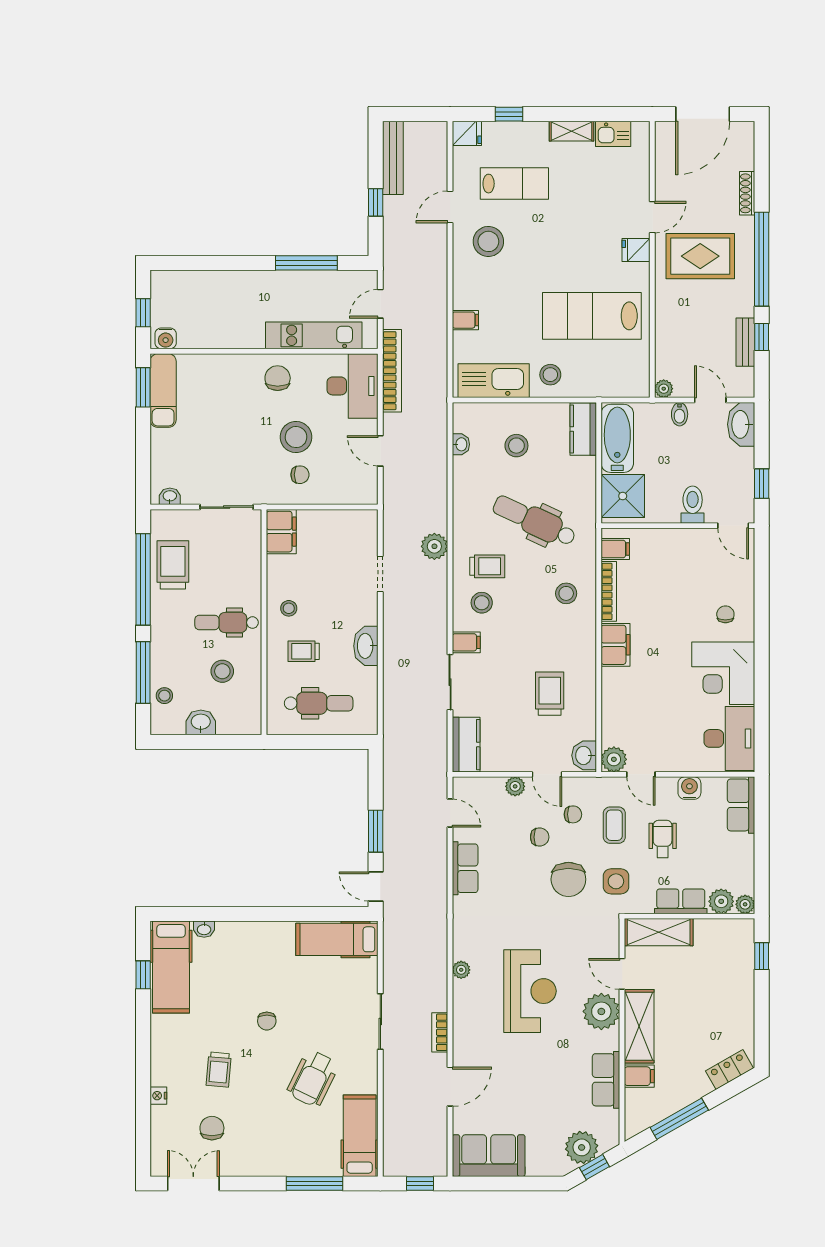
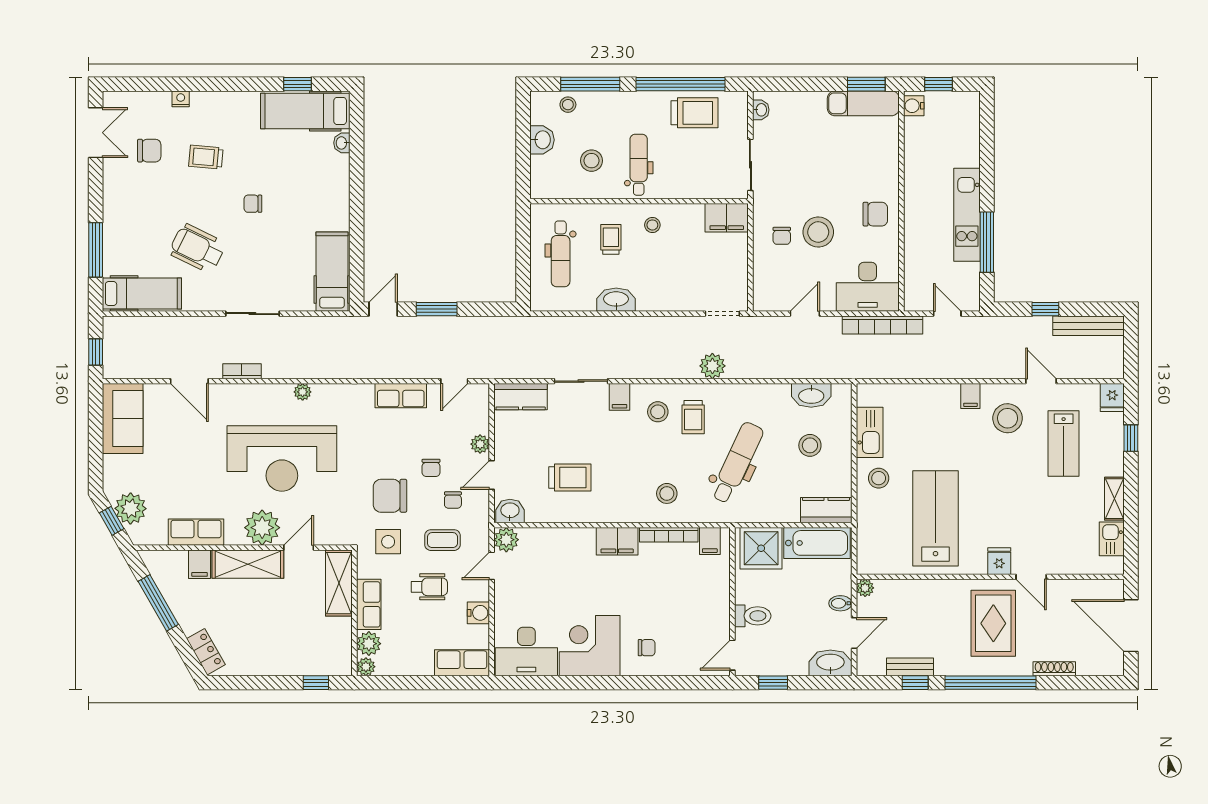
filing cabinet: (465, 320) -> (970, 396), moved
kitchen unit: (314, 335) -> (967, 215), moved, turned 180
kitchen sink: (494, 381) -> (870, 432), width x0.73, depth x0.81
washbasin: (461, 444) -> (811, 395), width x1.91, depth x1.45
doorway: (380, 574) -> (722, 314), moved
reception desk: (530, 991) -> (282, 458), width x1.36, depth x1.30

